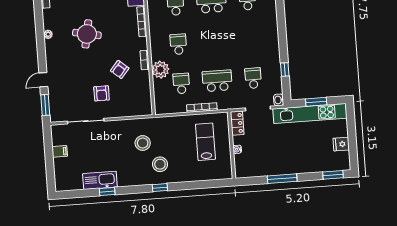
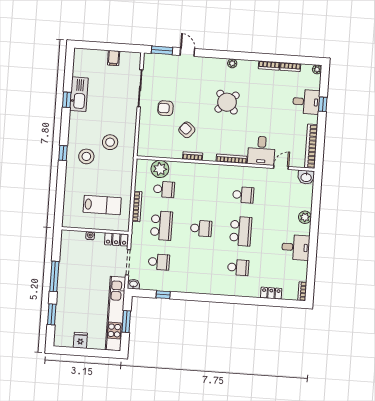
round table: (87, 34) -> (227, 102), turned 37
school desk: (178, 44) -> (201, 228), moved
plant: (160, 70) -> (160, 169), moved
window: (333, 175) -> (52, 314), moved

